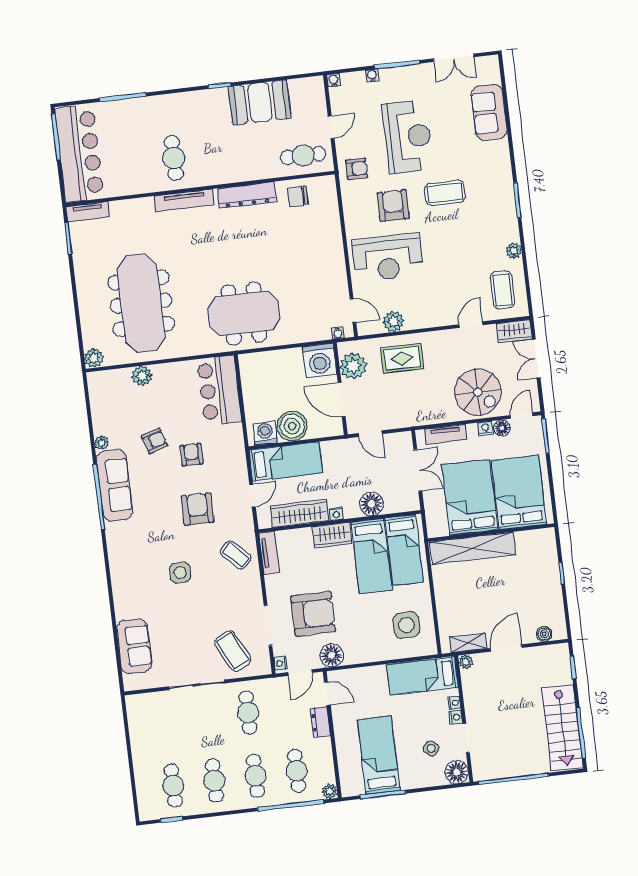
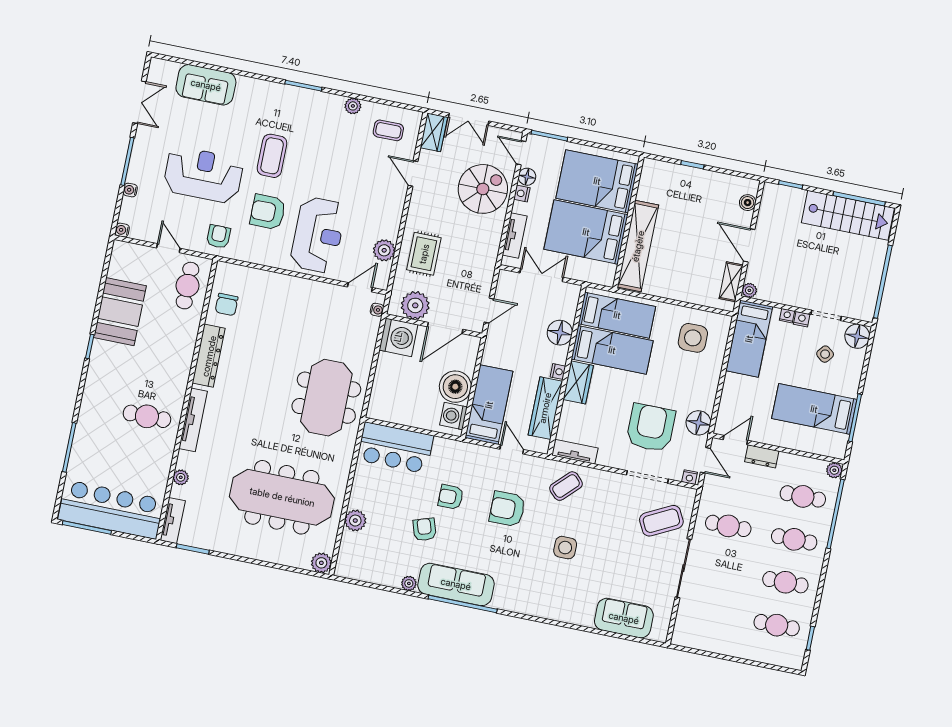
plant: (129, 206) -> (181, 477), added
coffee table: (502, 290) -> (388, 130), width x0.73, depth x0.77

